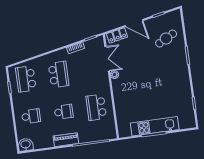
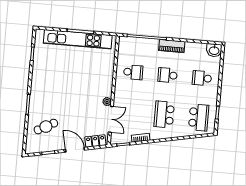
double door: (107, 59) -> (111, 119), swing flipped
school desk: (96, 107) -> (133, 72), width x0.54
kitchen unit: (155, 126) -> (78, 39), width x1.36

